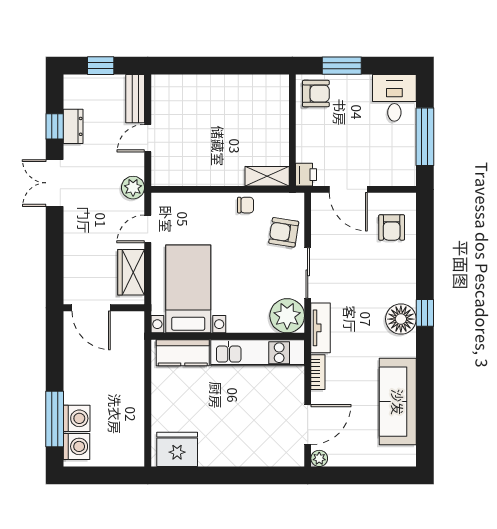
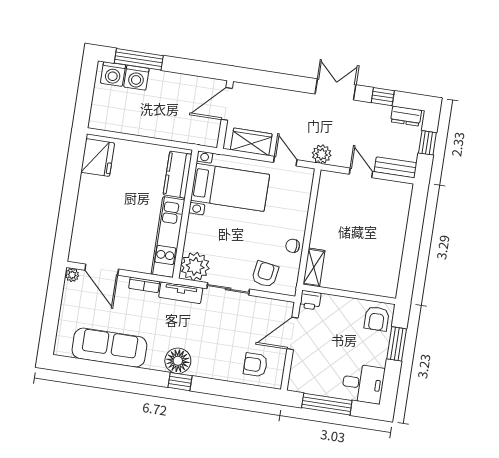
dresser: (73, 126) -> (406, 116), moved
chair: (246, 205) -> (293, 246), turned 90

